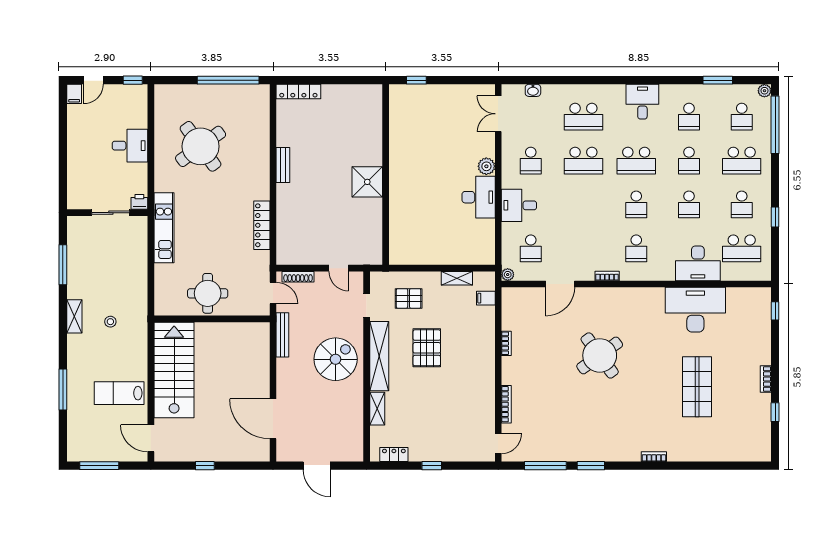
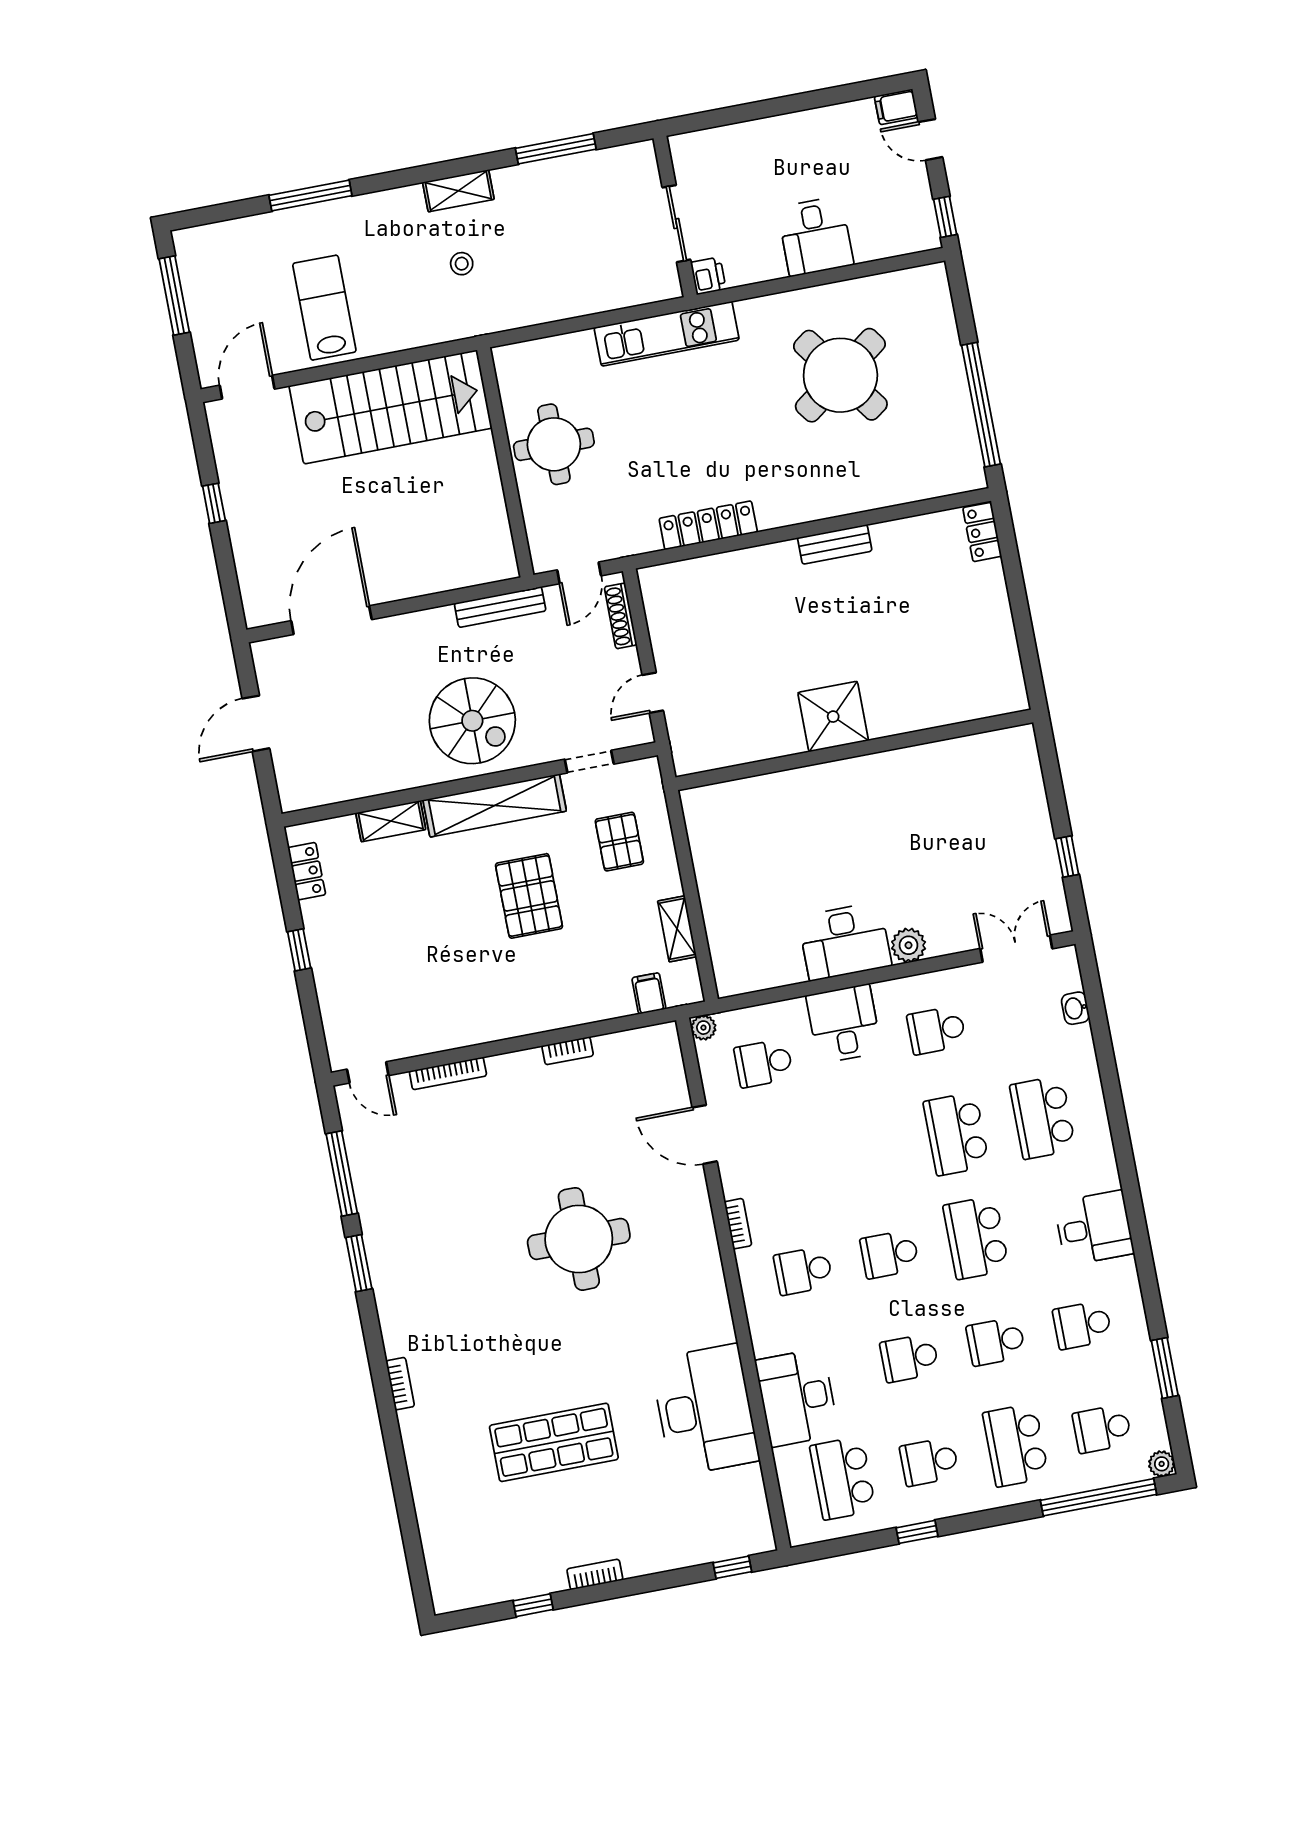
window: (416, 80) -> (1067, 857), moved
locker: (298, 91) -> (982, 532), width x0.66
pallet: (427, 348) -> (529, 896), turned 90
round table: (600, 355) -> (579, 1239), turned 36

